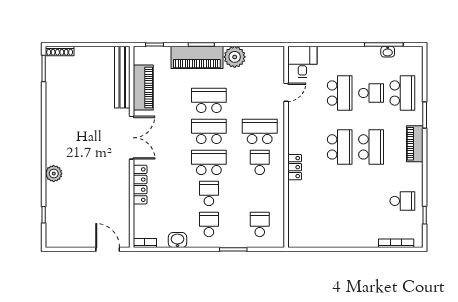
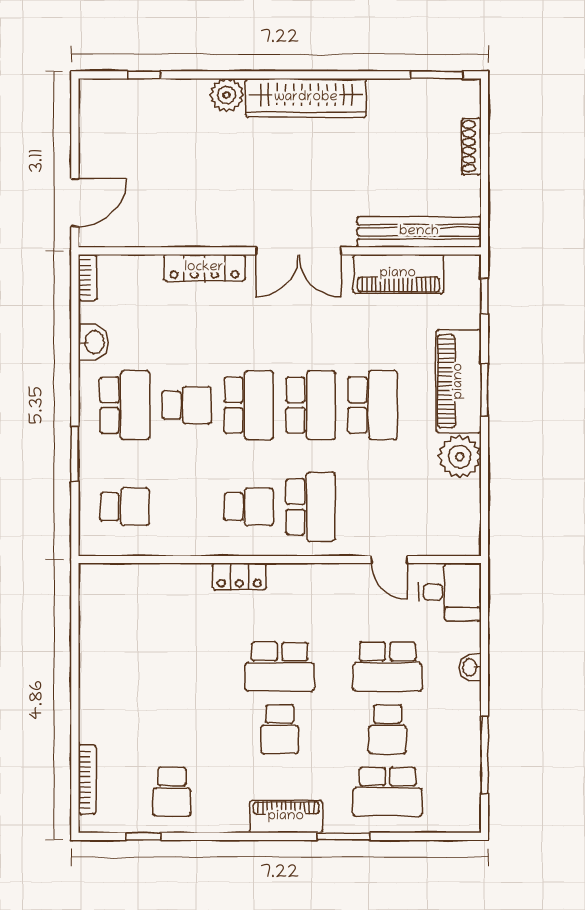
shoe rack: (60, 51) -> (471, 146), moved
washbasin: (388, 52) -> (470, 667), moved
wardrobe: (55, 134) -> (306, 98), added
school desk: (371, 147) -> (280, 729), width x0.54
school desk: (209, 224) -> (125, 405), width x1.85

